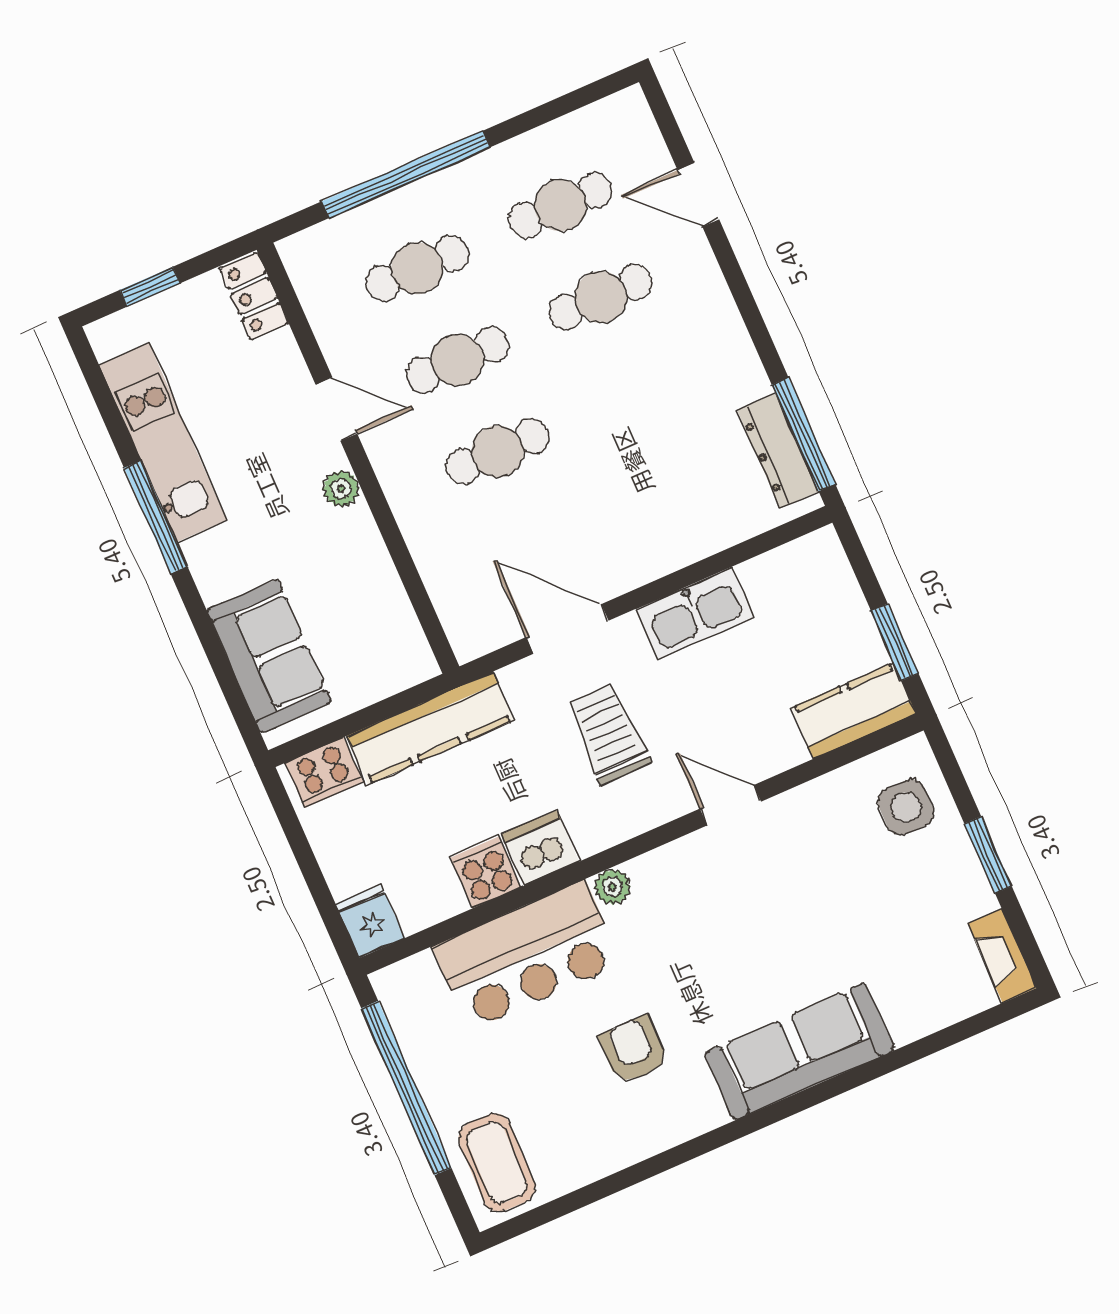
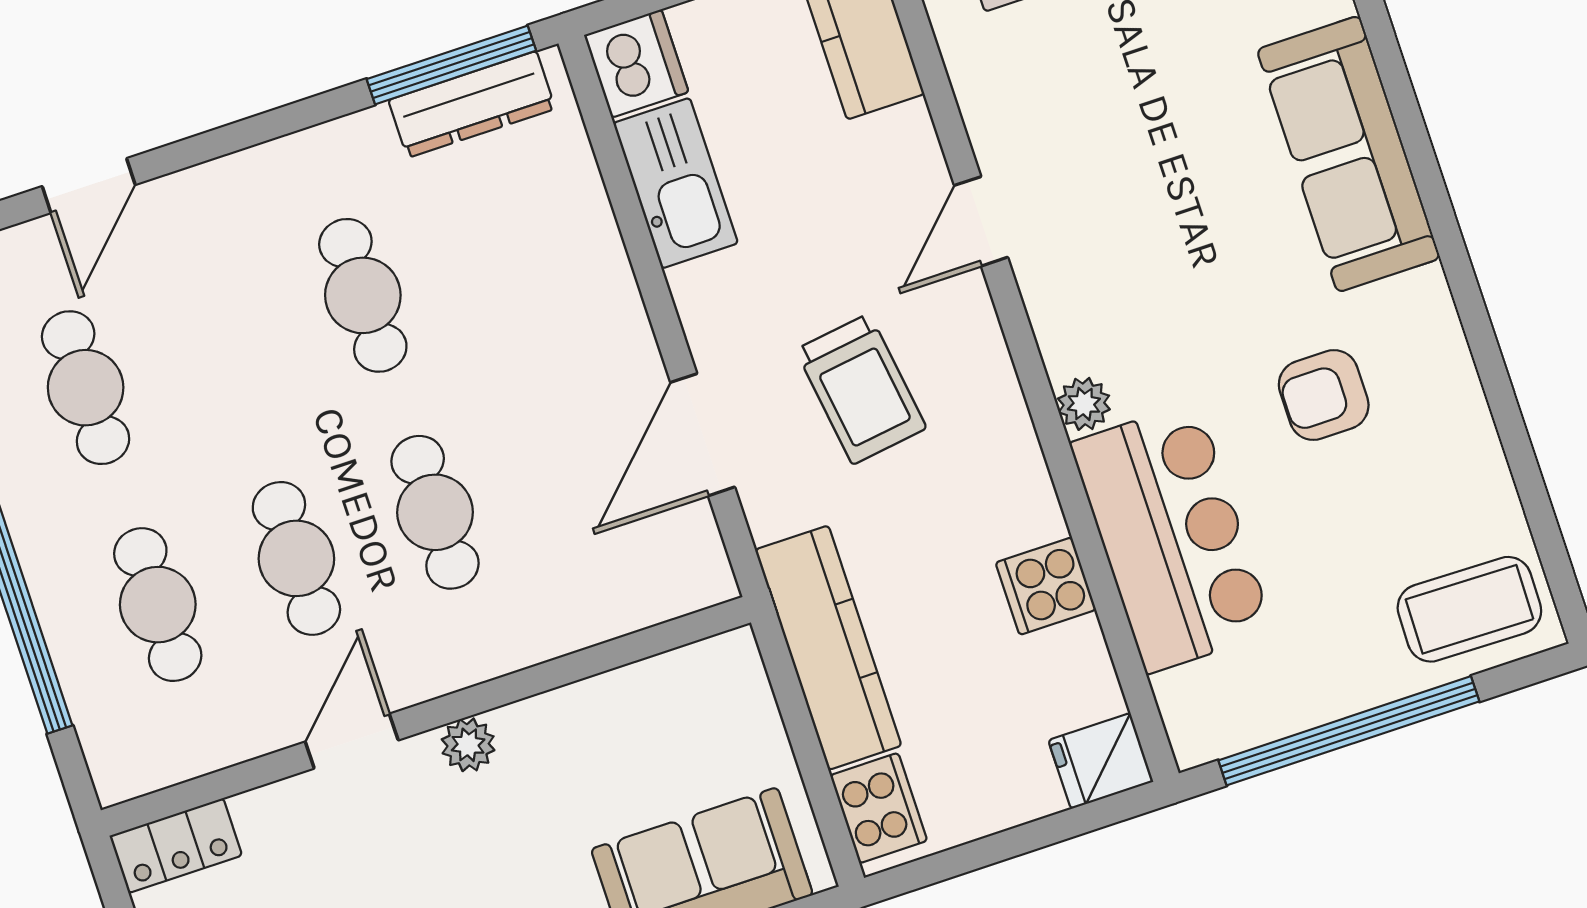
cafe table: (601, 297) -> (363, 295), moved
kitchen sink: (695, 613) -> (676, 183), moved
trolley: (609, 734) -> (861, 389), turned -98
dishwasher: (541, 848) -> (636, 64), moved, turned 180

